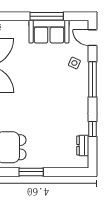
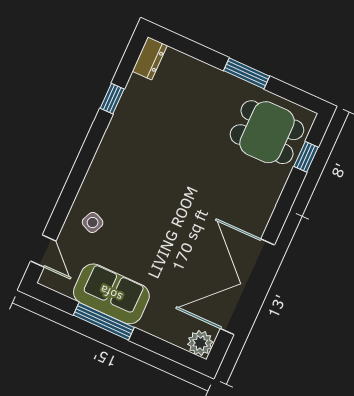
window: (93, 79) -> (75, 181), removed
dresser: (83, 146) -> (150, 58), moved

